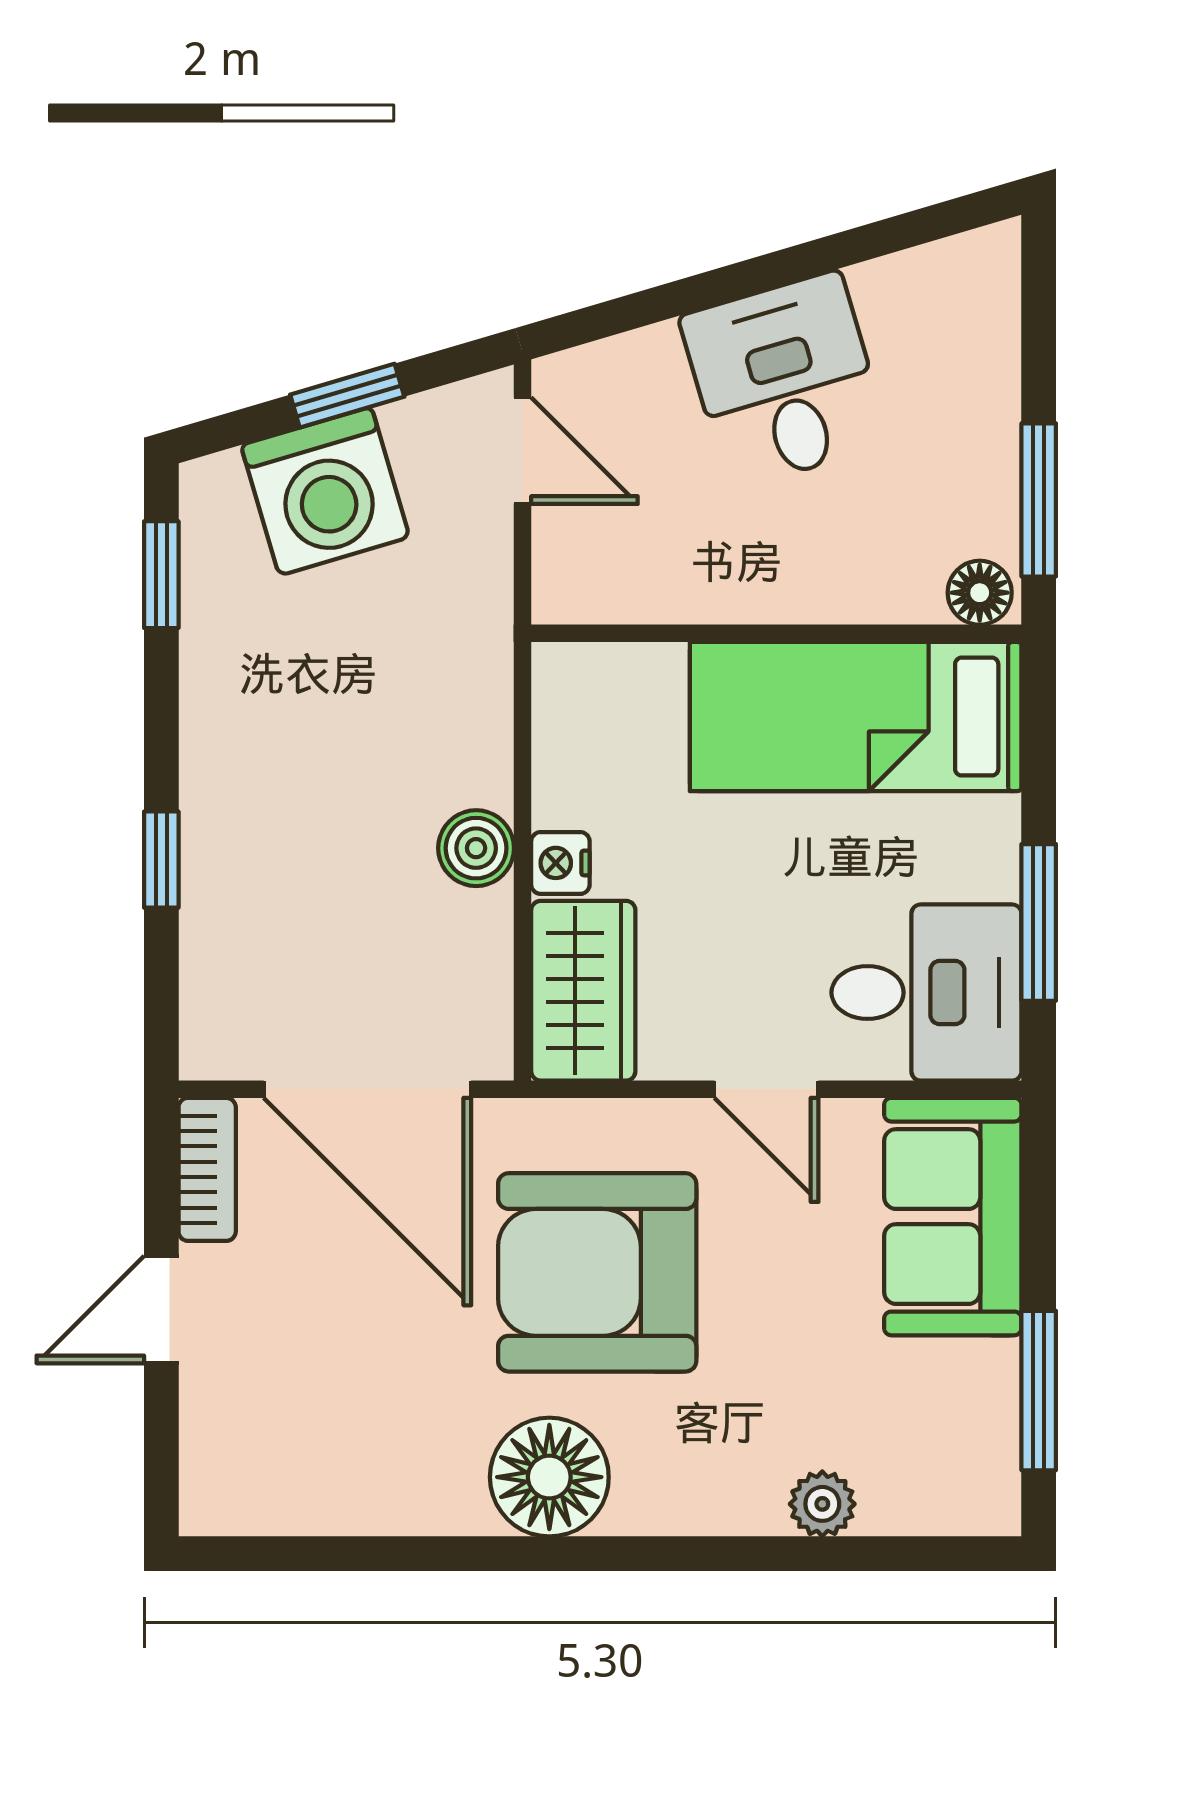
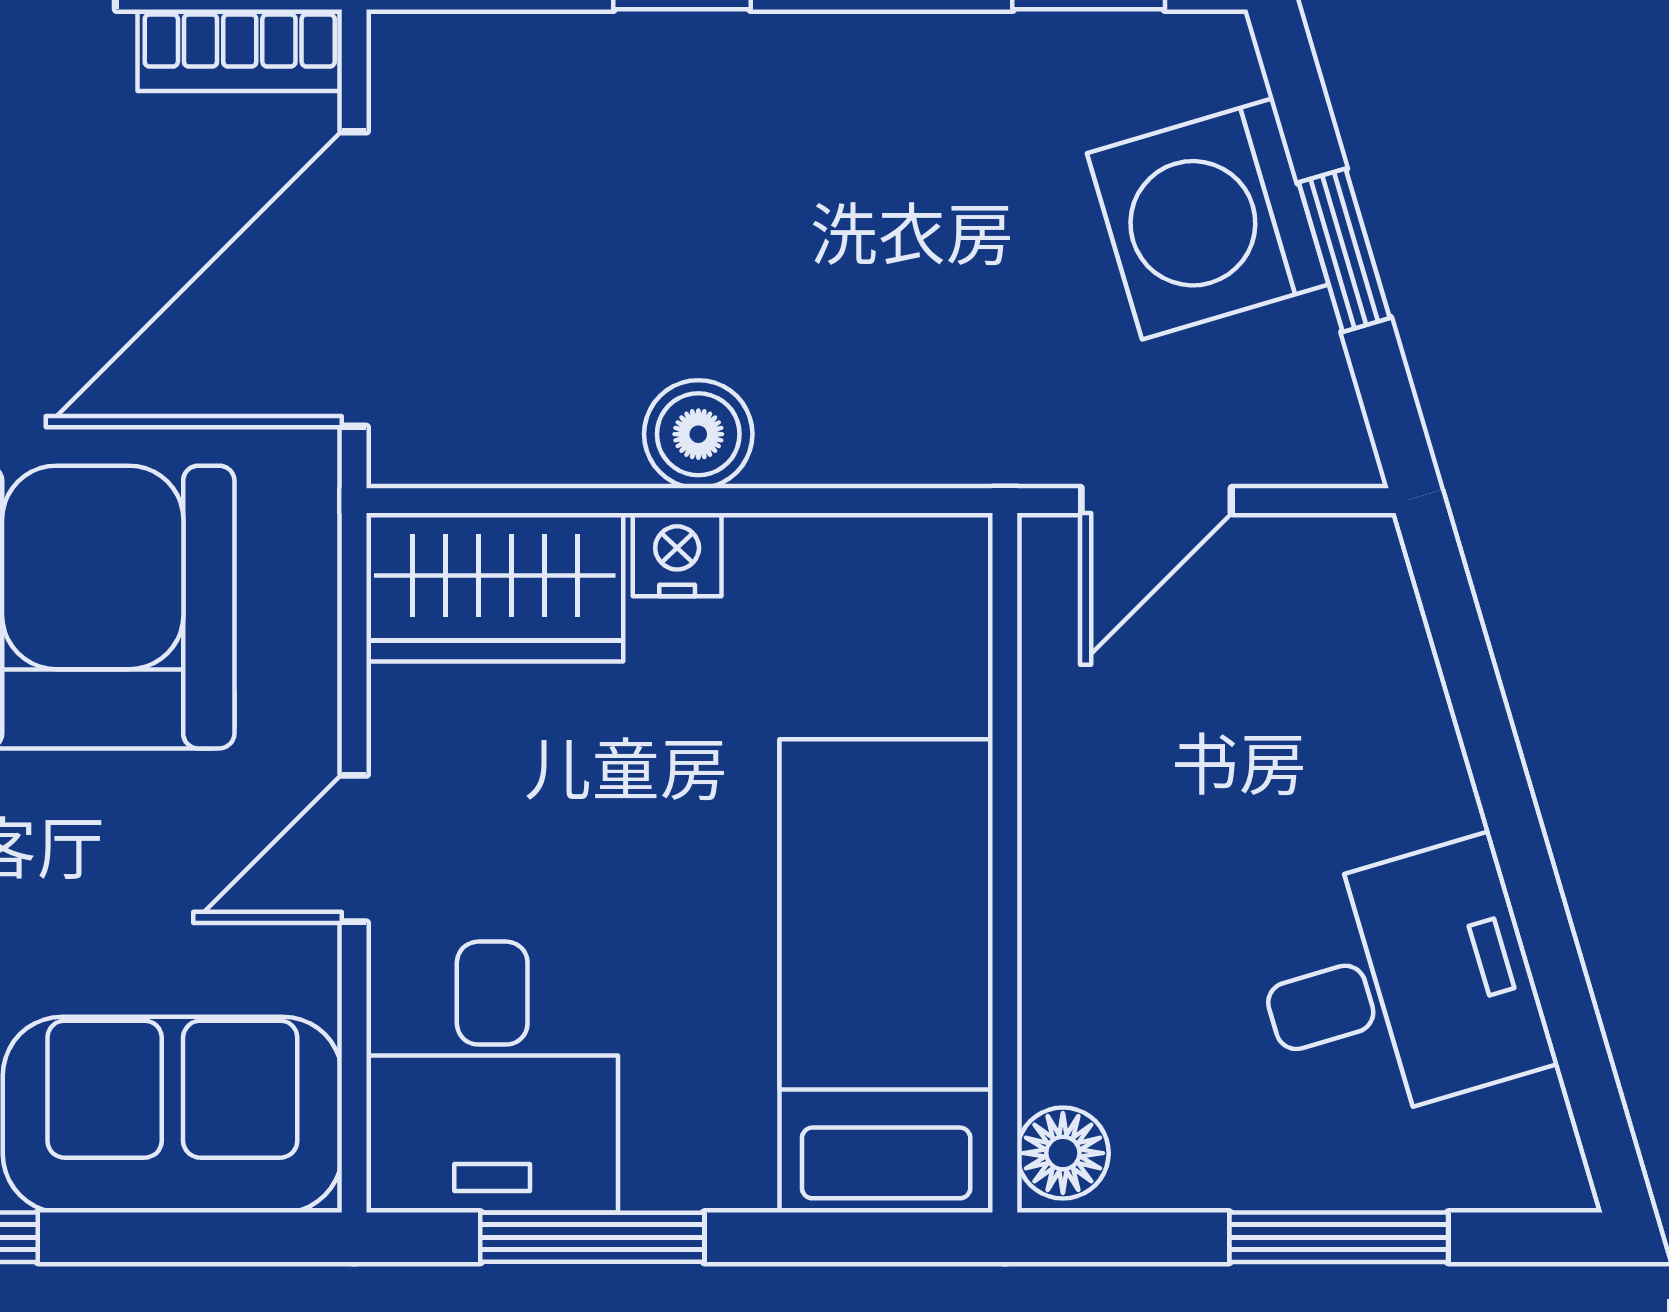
desk: (785, 380) -> (1399, 984), moved
door: (523, 451) -> (1156, 501), moved
window: (1039, 500) -> (1339, 1237), moved

